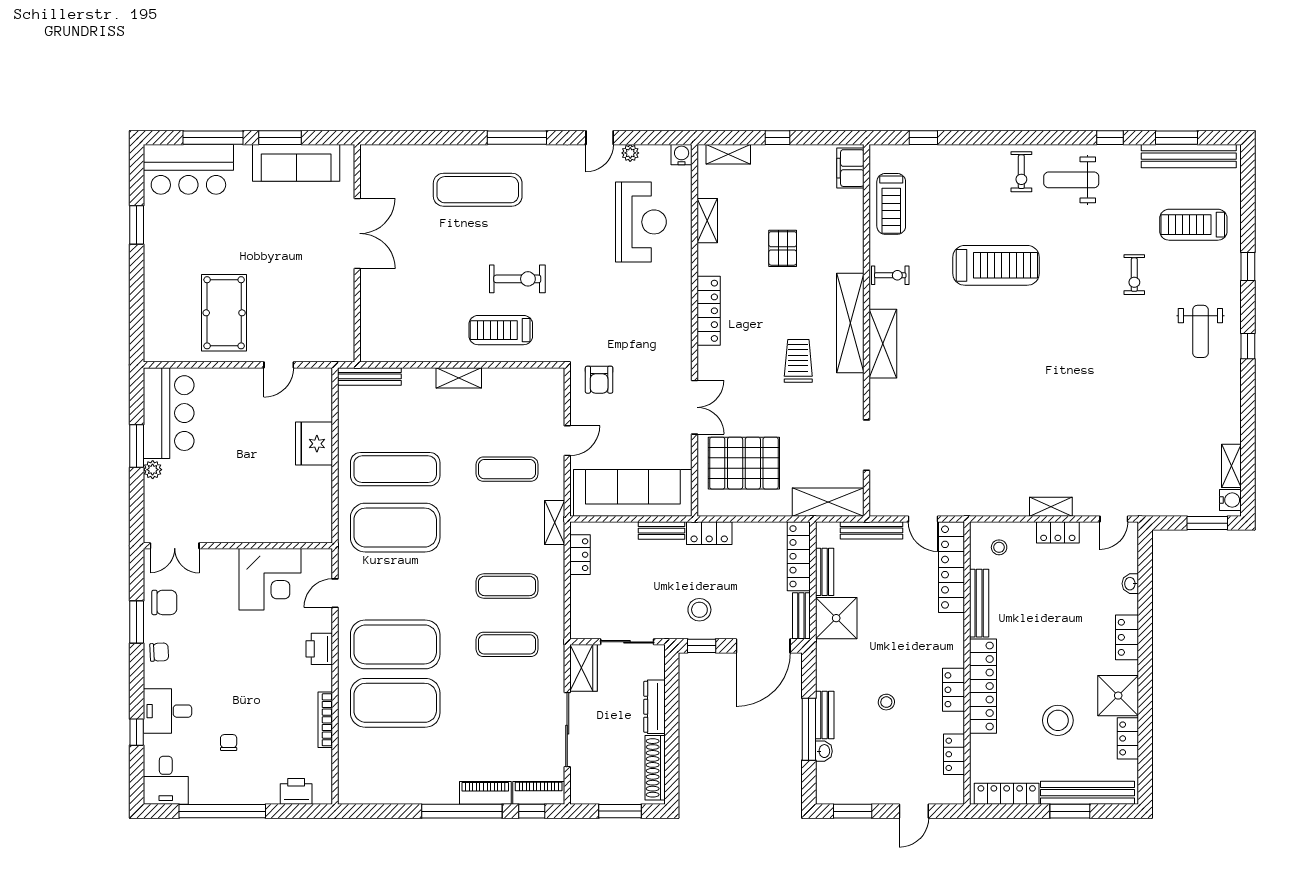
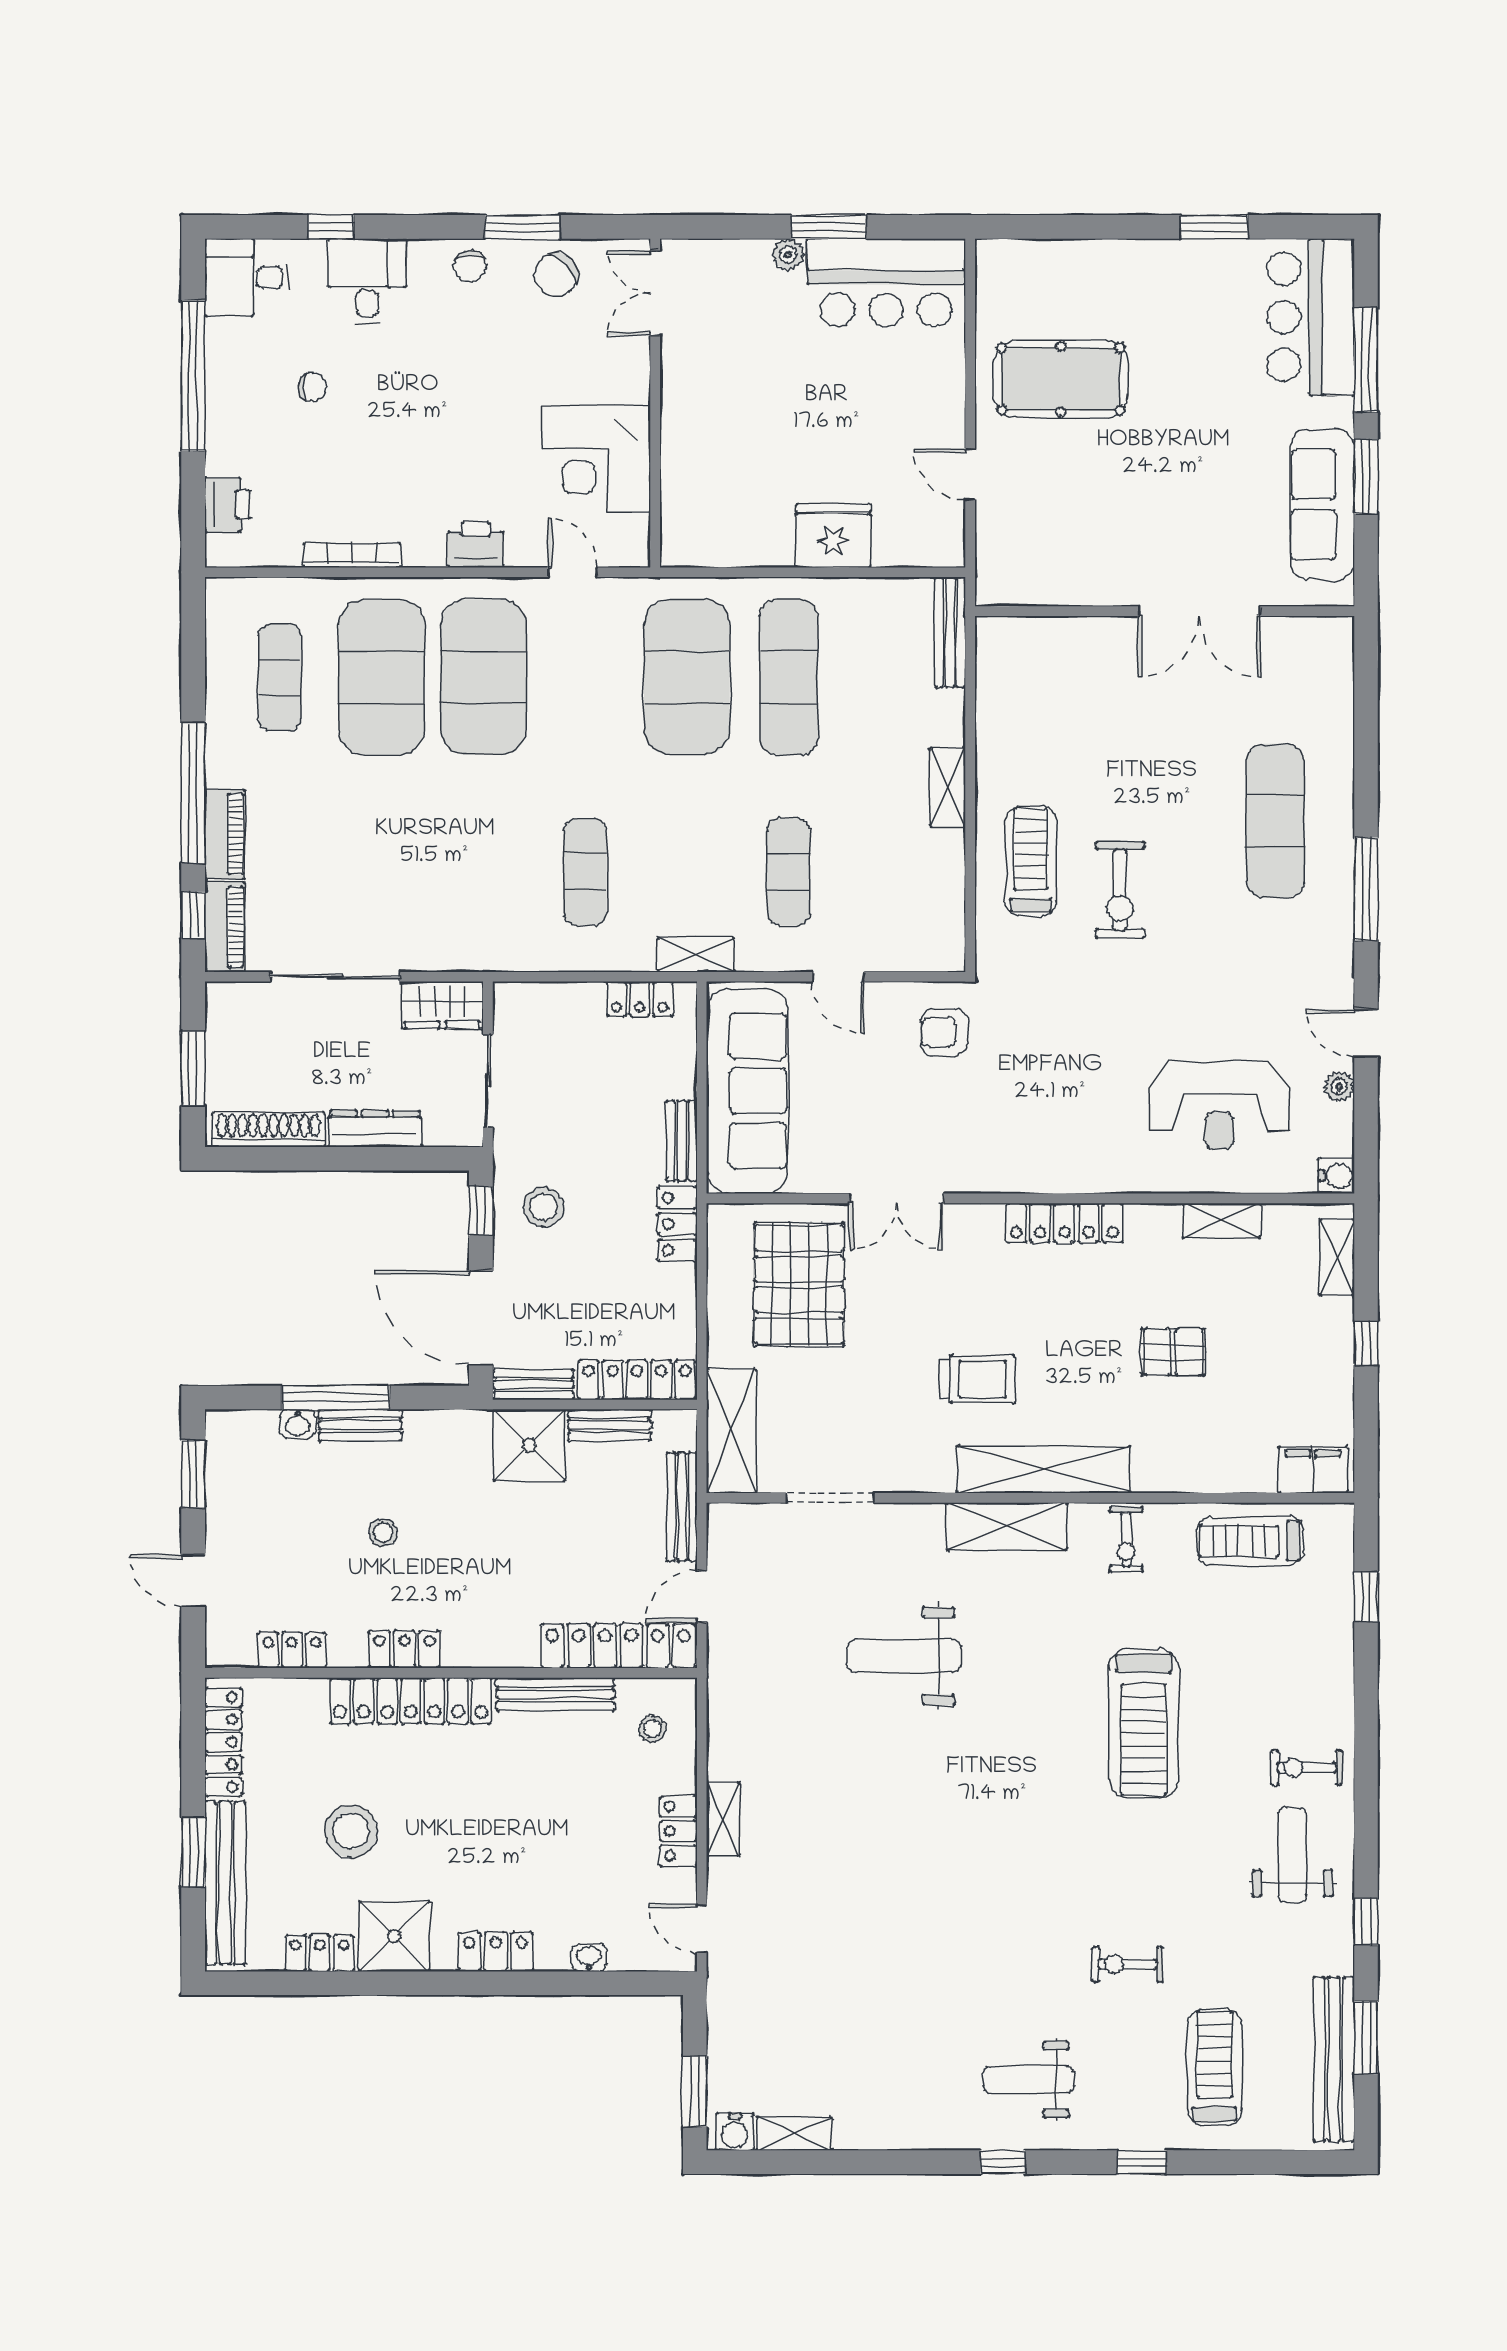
weight bench: (957, 403) -> (904, 1656), added
chair: (164, 602) -> (556, 275), turned 46
exercise mat: (507, 644) -> (280, 677), moved

